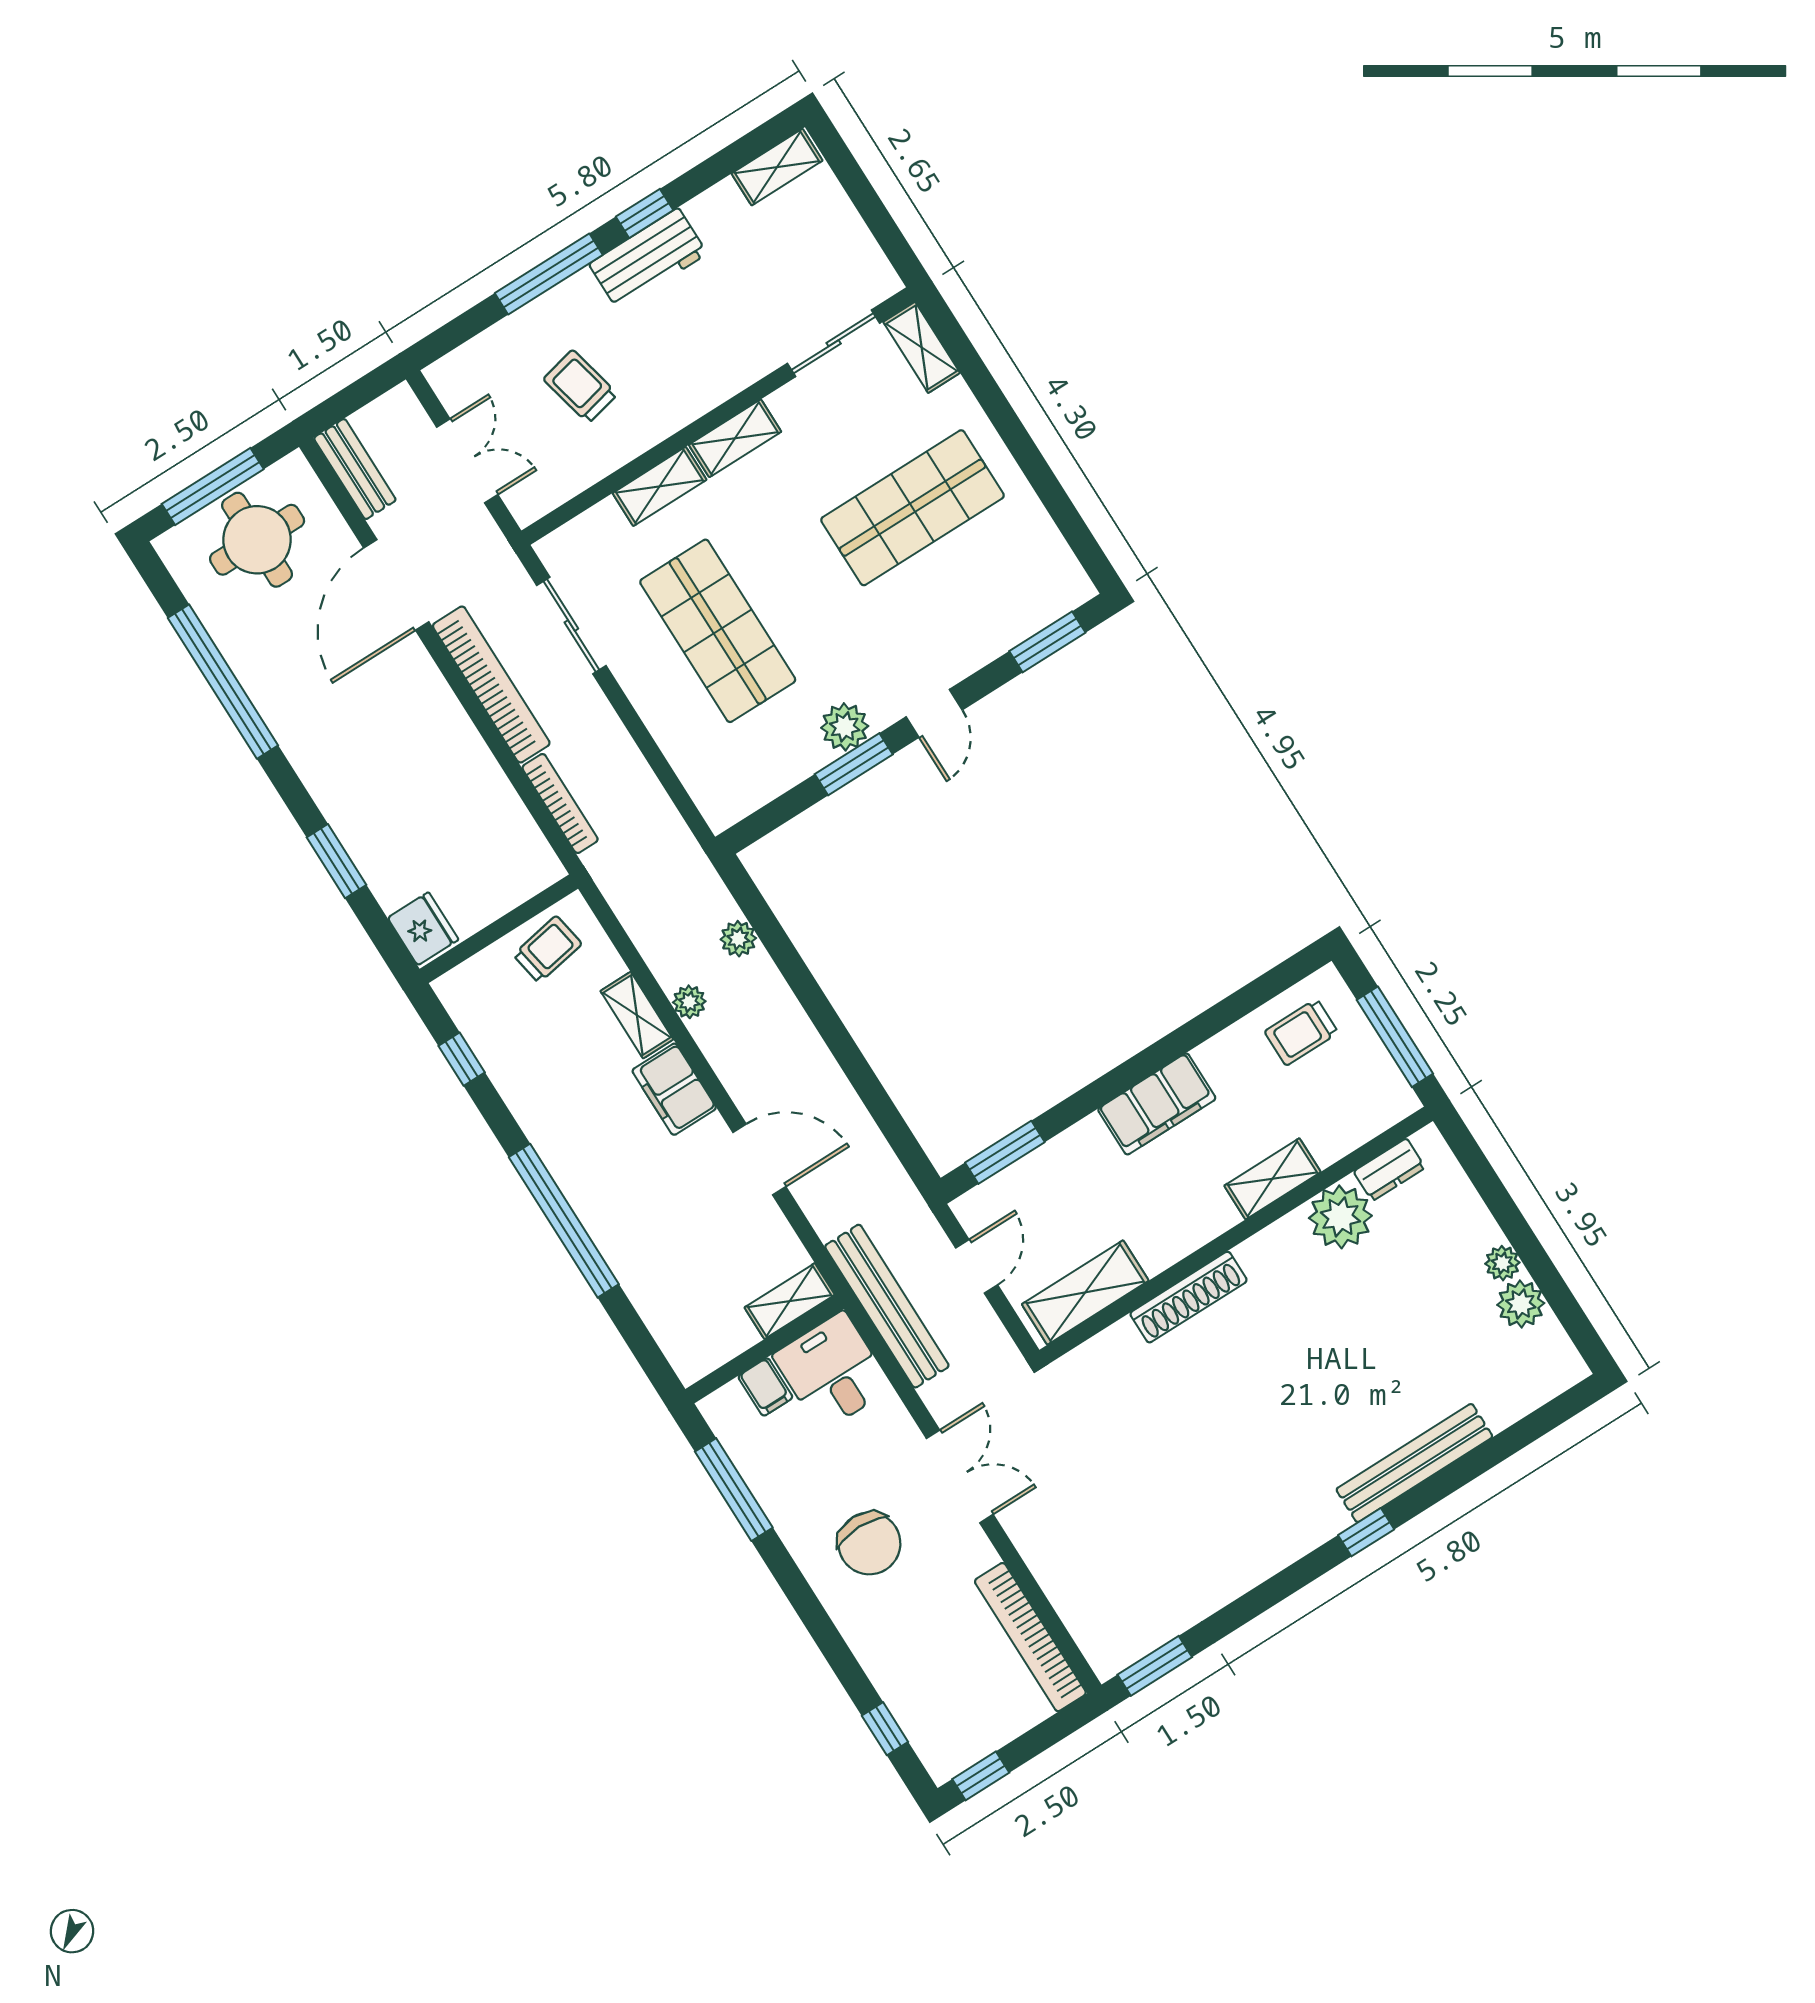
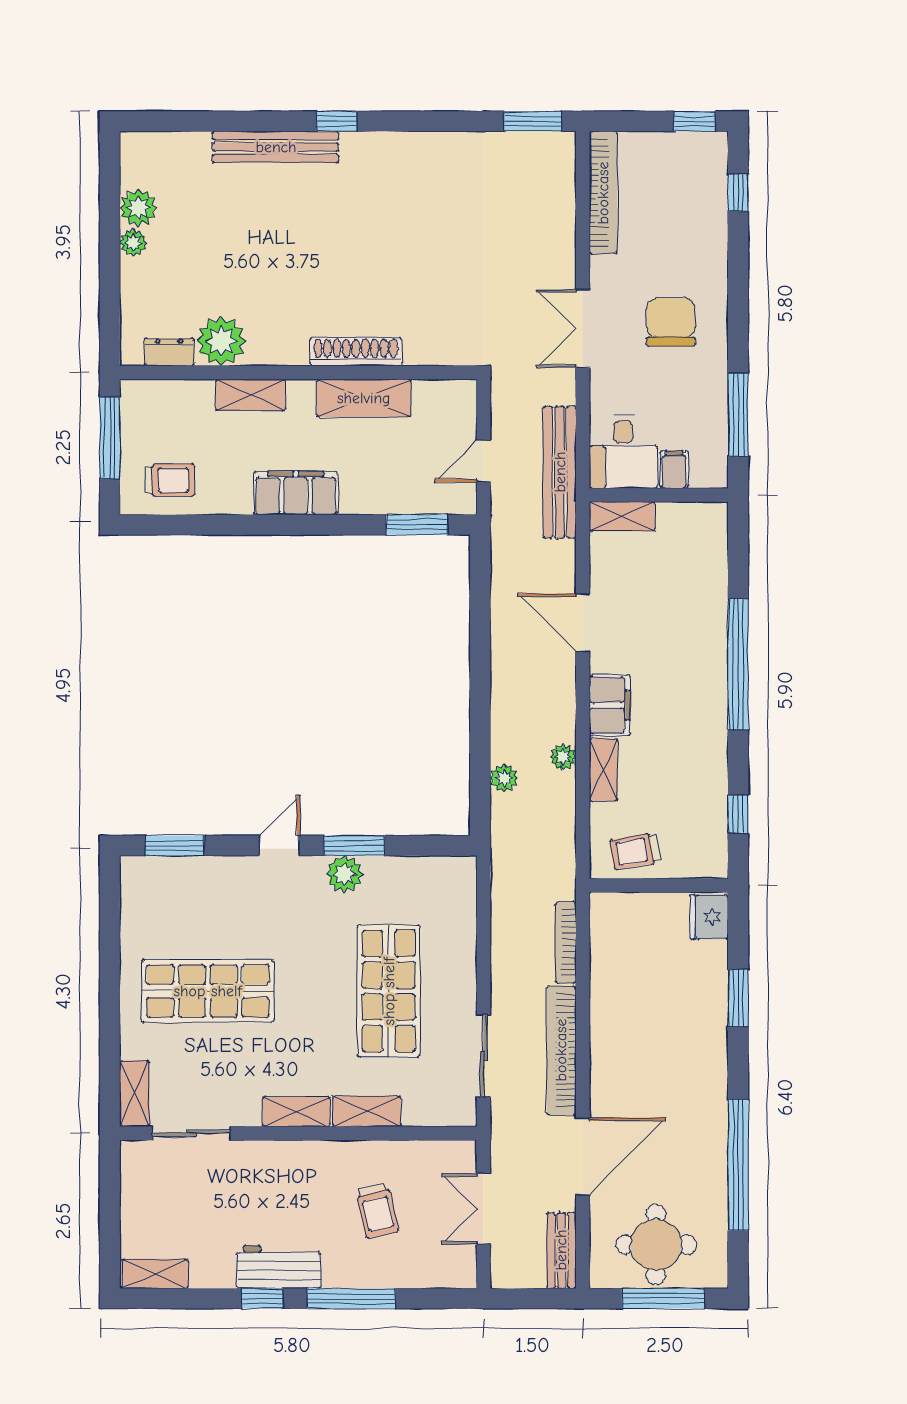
shelving: (1085, 1292) -> (364, 398), moved

